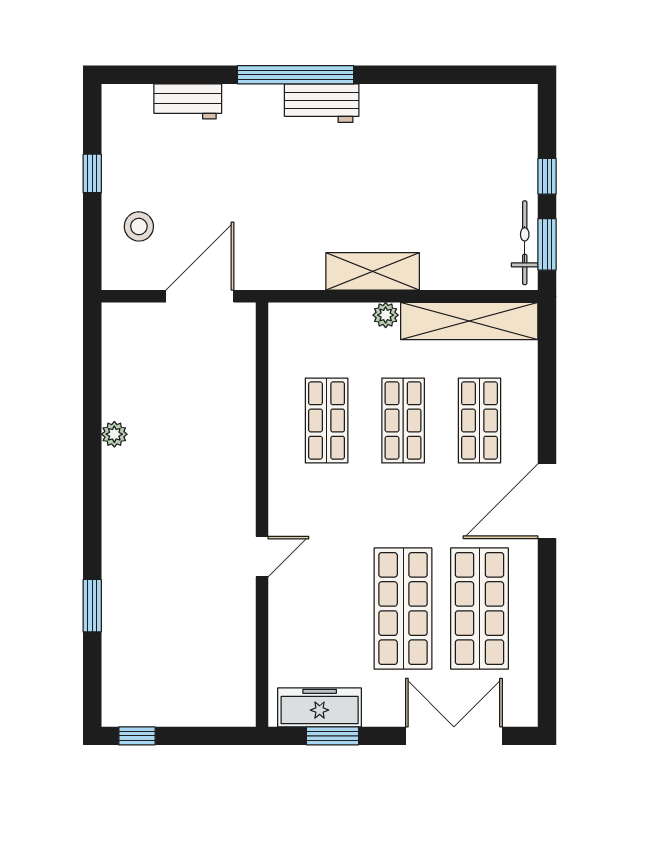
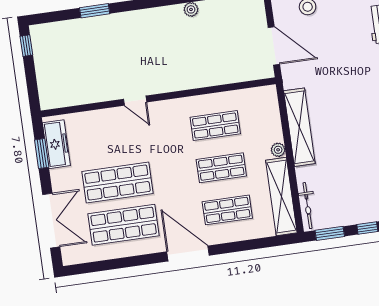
bicycle: (525, 243) -> (308, 206), moved, turned 90
shelving: (373, 271) -> (299, 127), width x1.47

